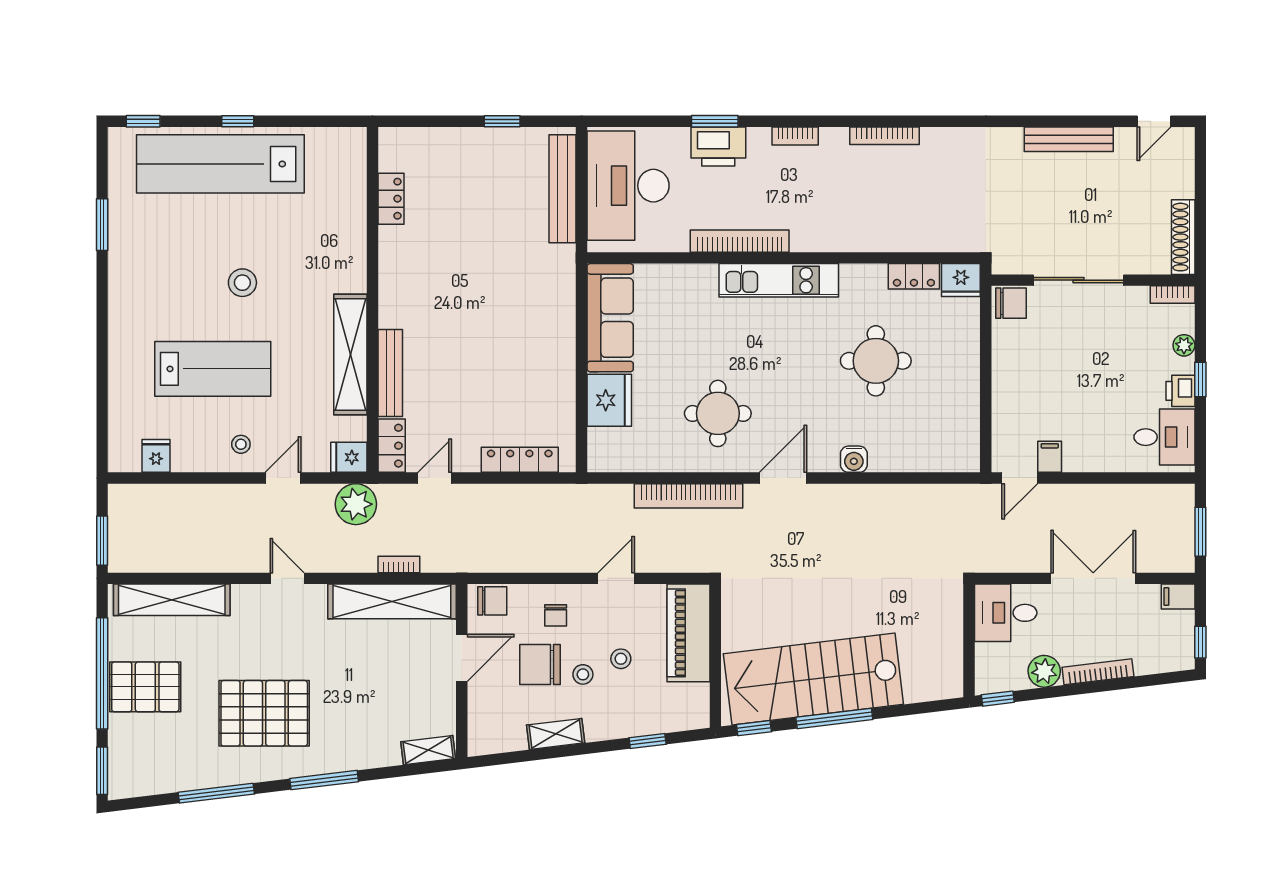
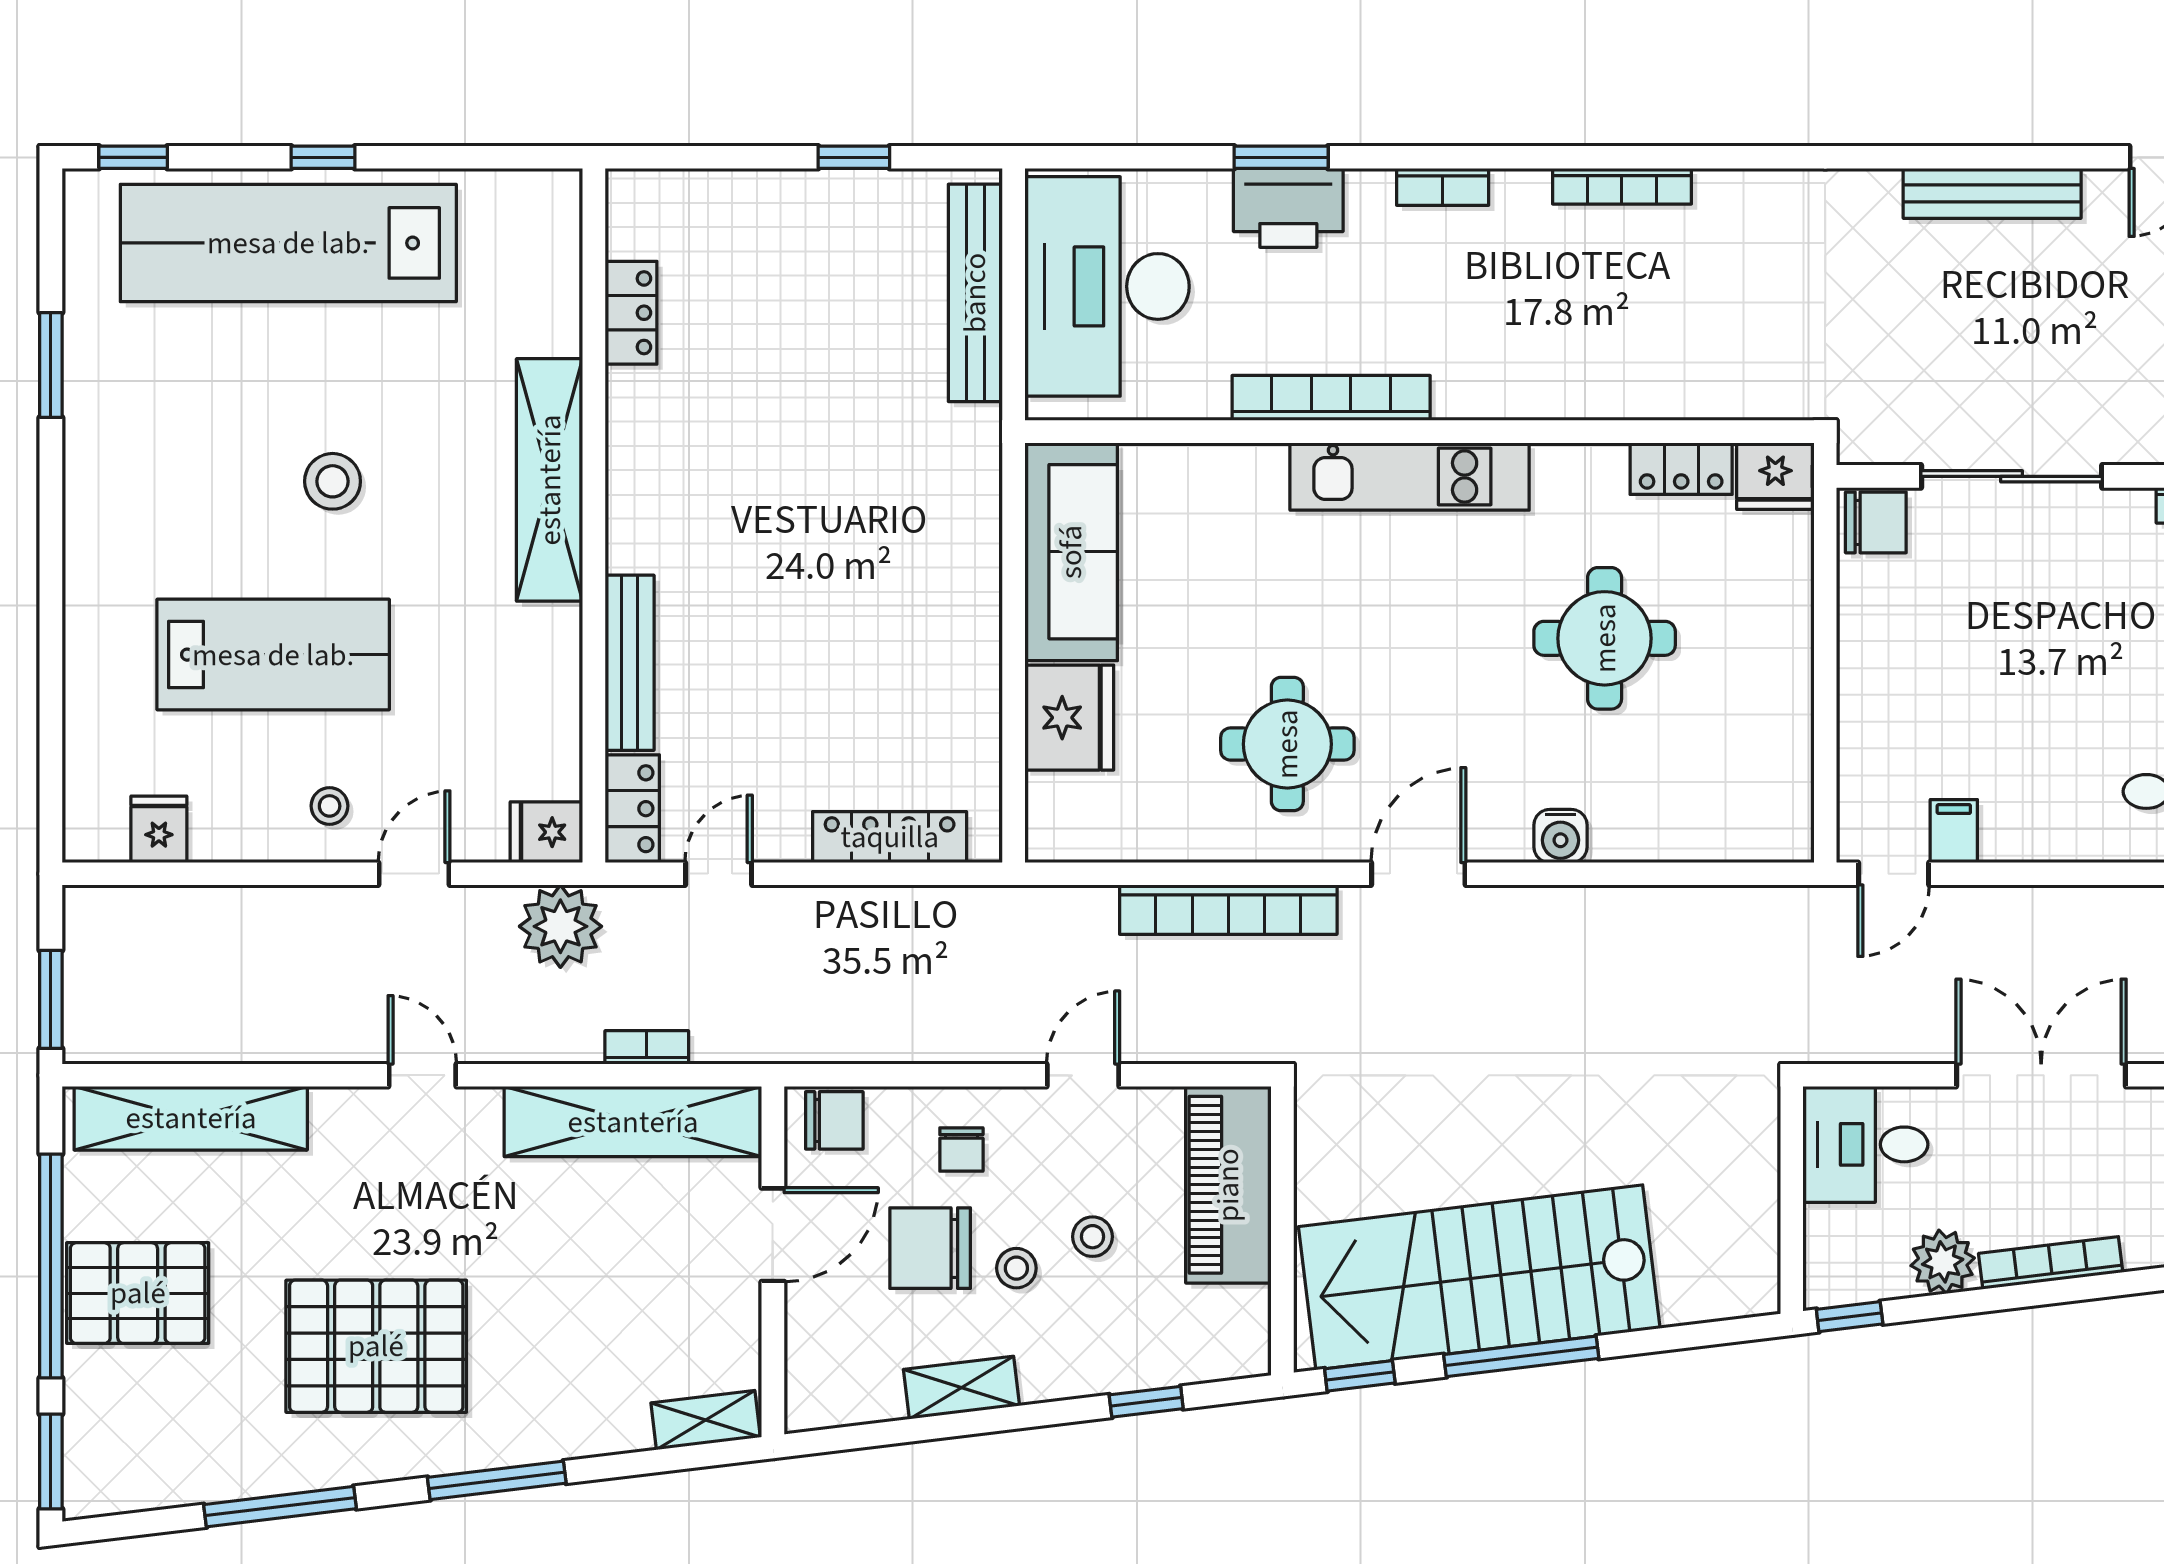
shelving: (350, 354) -> (550, 480), moved

